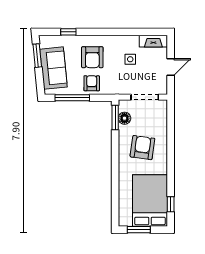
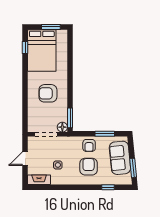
window: (72, 98) -> (105, 134), width x0.69
floor lamp: (124, 118) -> (62, 127), moved
armchair: (142, 148) -> (48, 93), turned 82

